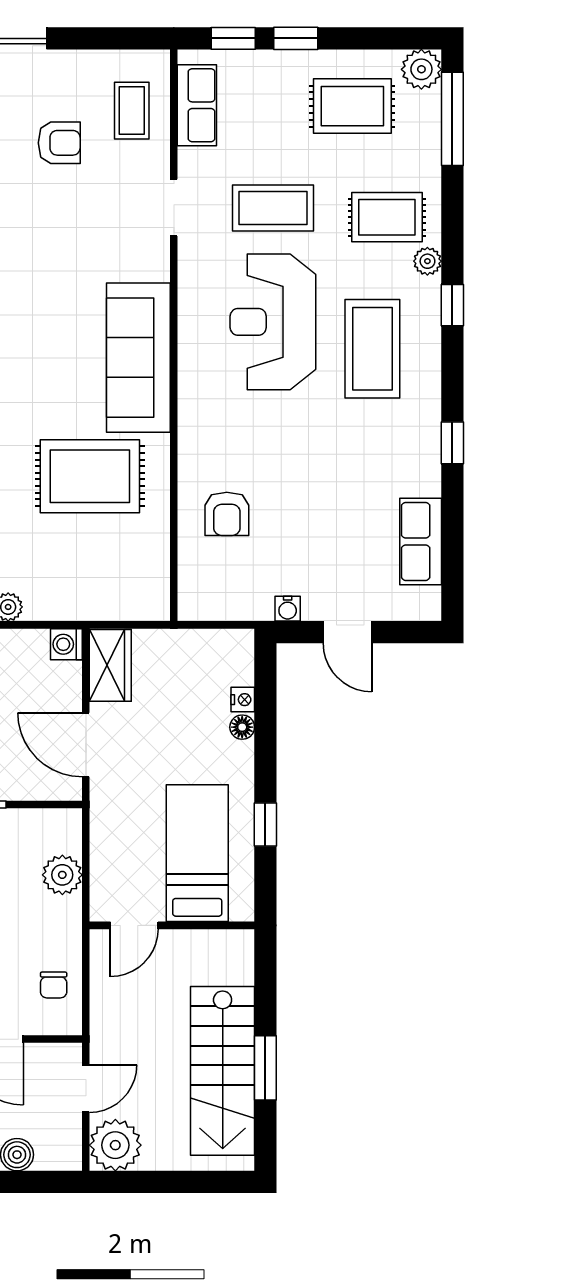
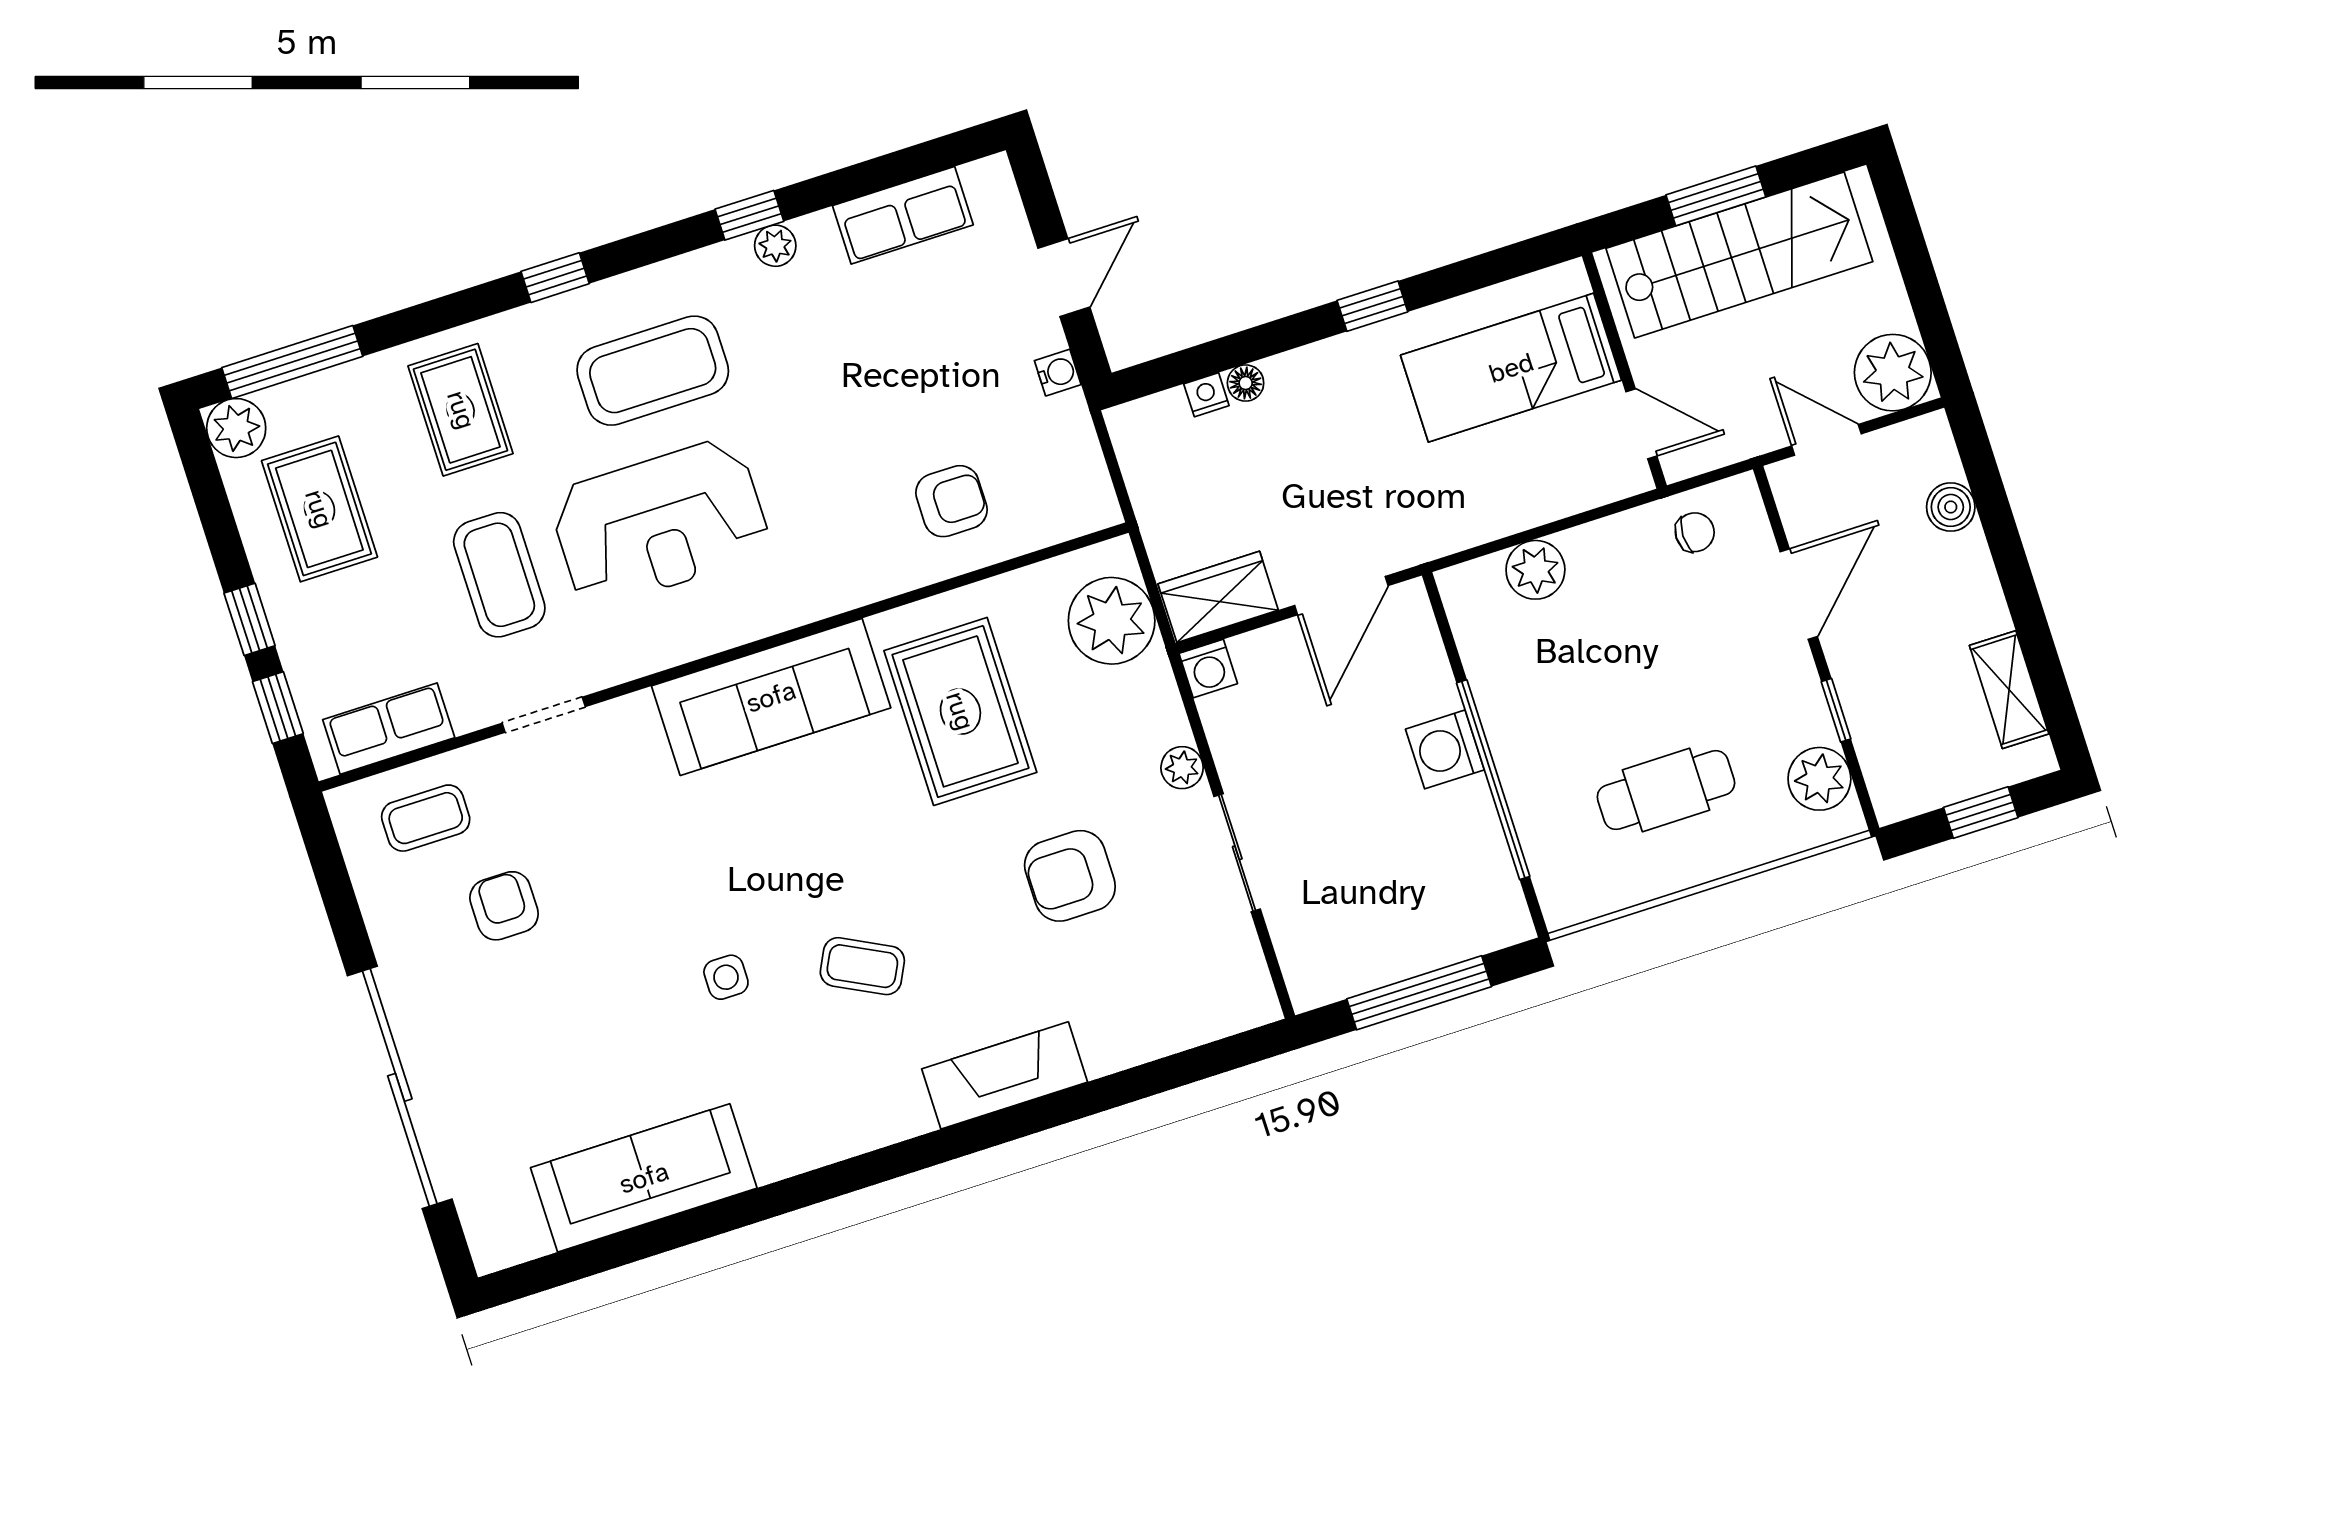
plant: (427, 261) -> (775, 246), moved
plant: (117, 592) -> (1112, 621), added
bed: (197, 853) -> (1511, 368), moved
door: (134, 925) -> (1641, 424), moved
wall: (172, 925) -> (1624, 371), moved

